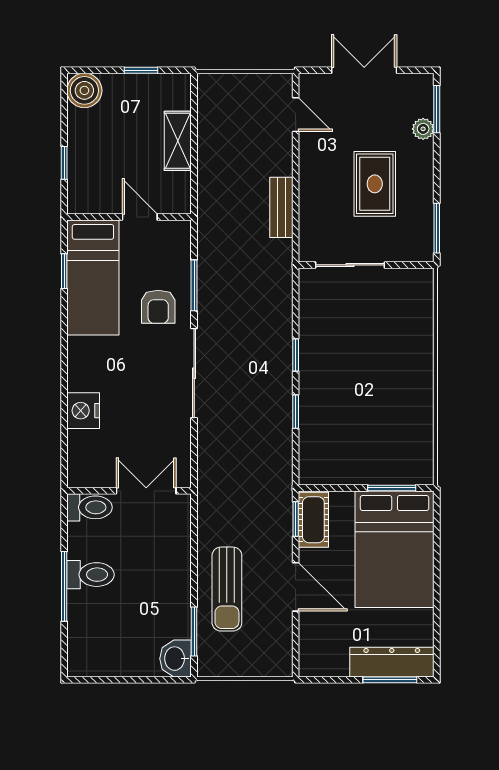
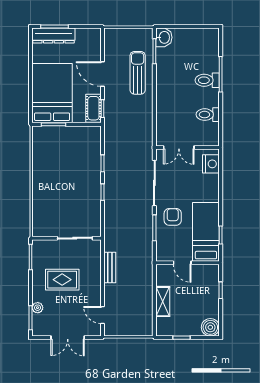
rug: (375, 184) -> (62, 280), turned 90
wall: (129, 491) -> (188, 147), moved
double door: (146, 491) -> (179, 147), moved

